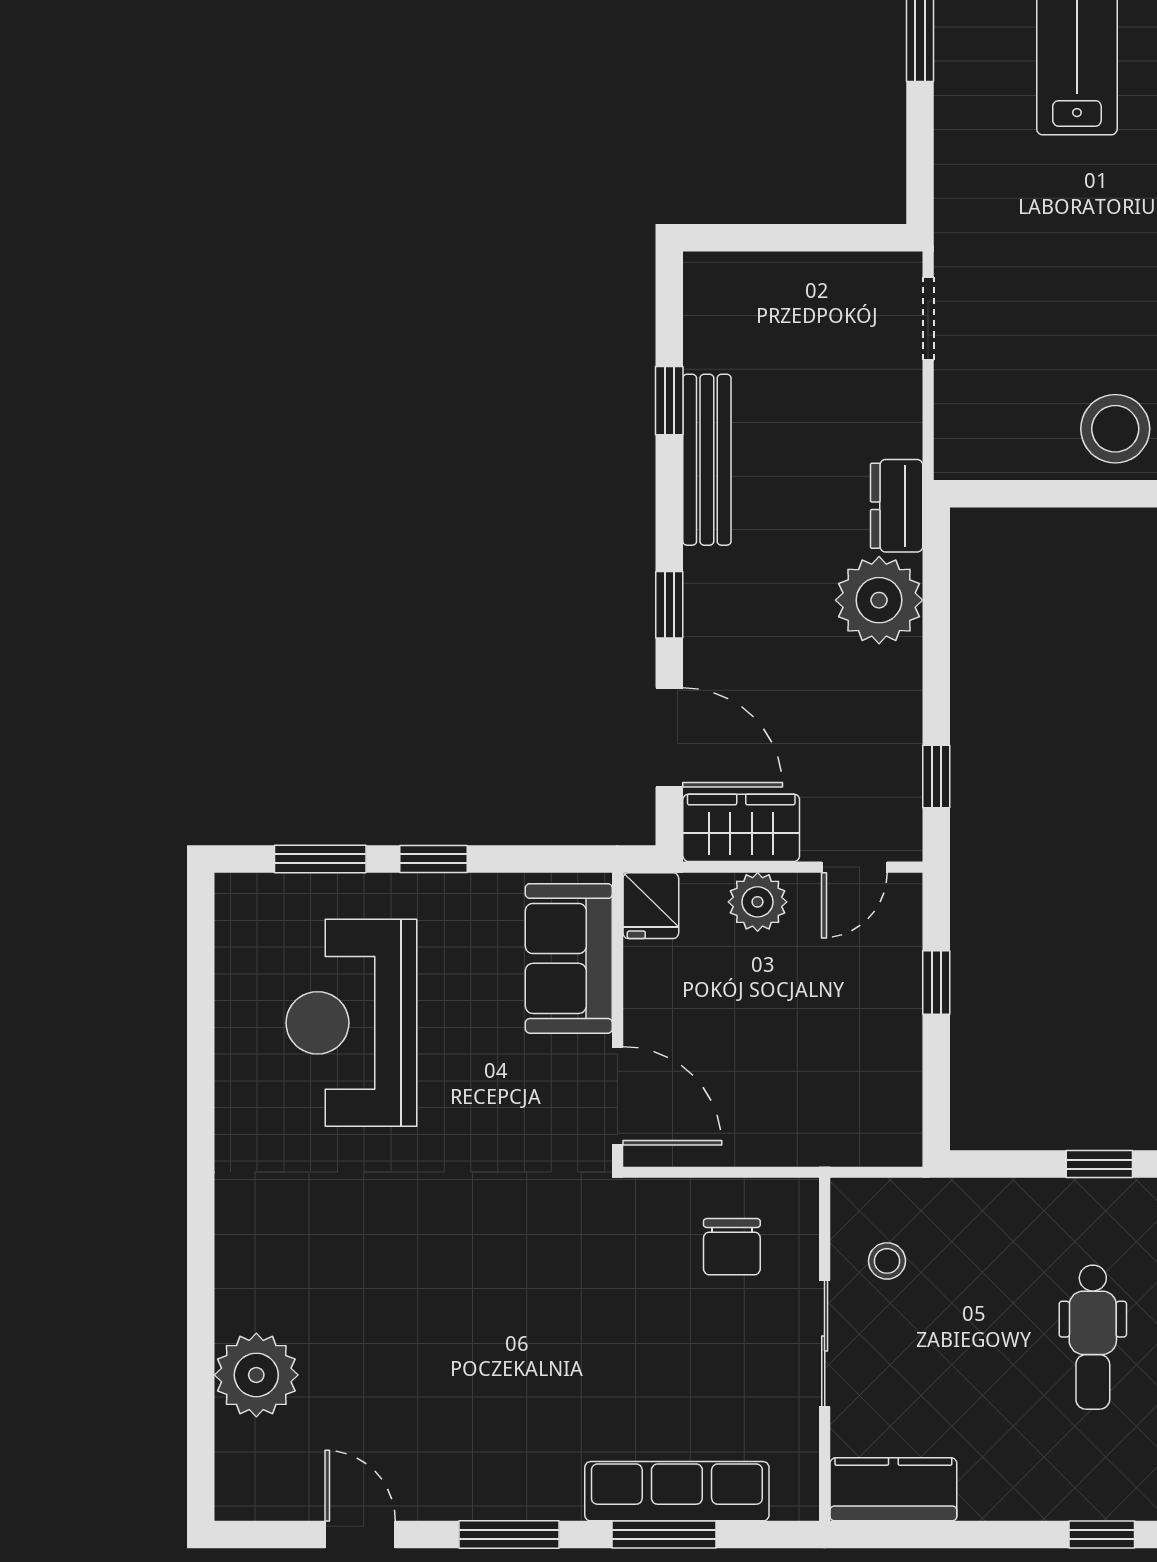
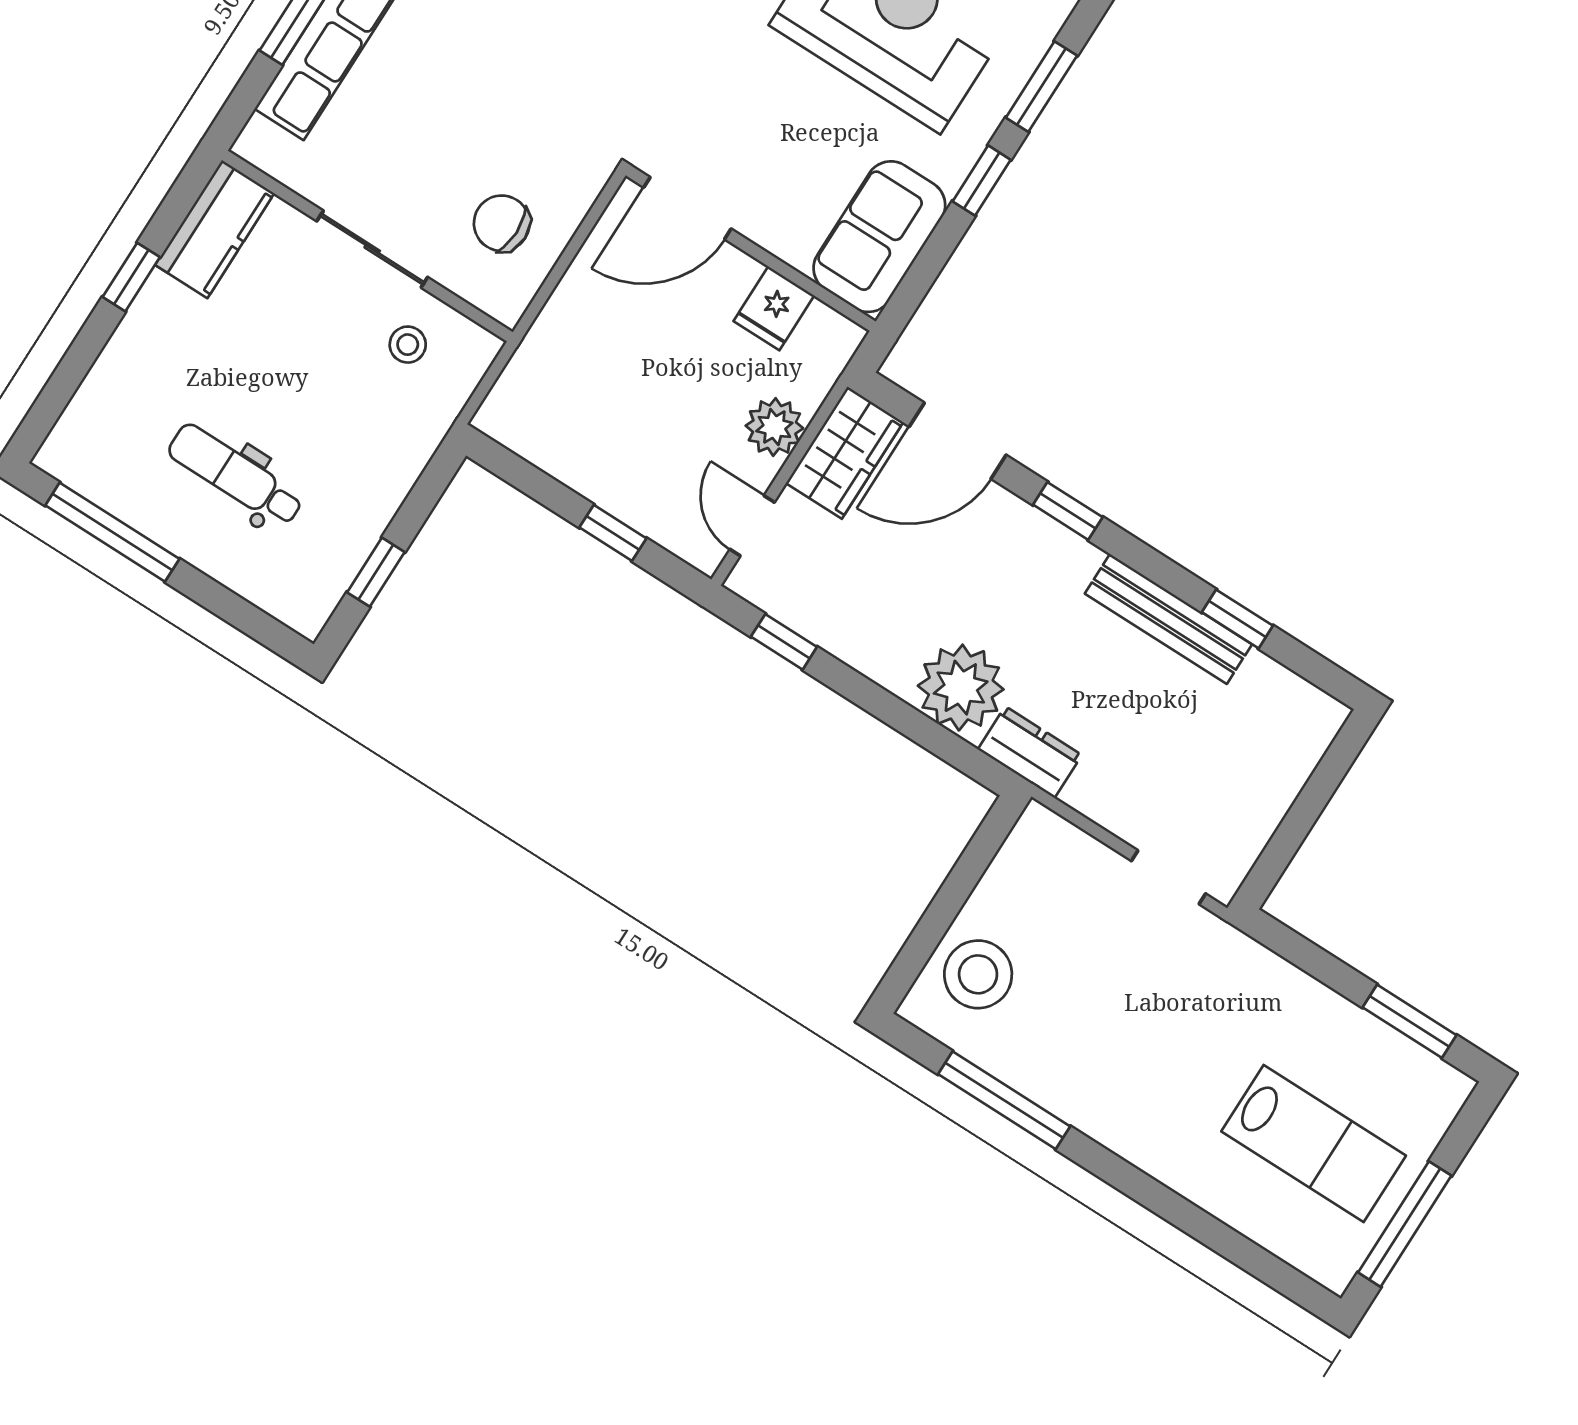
fridge: (651, 906) -> (774, 308), moved, turned -90
sofa: (569, 958) -> (879, 237), moved, turned -90
window: (1102, 1535) -> (131, 277), moved

